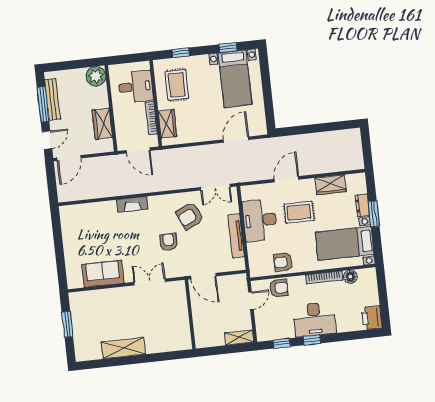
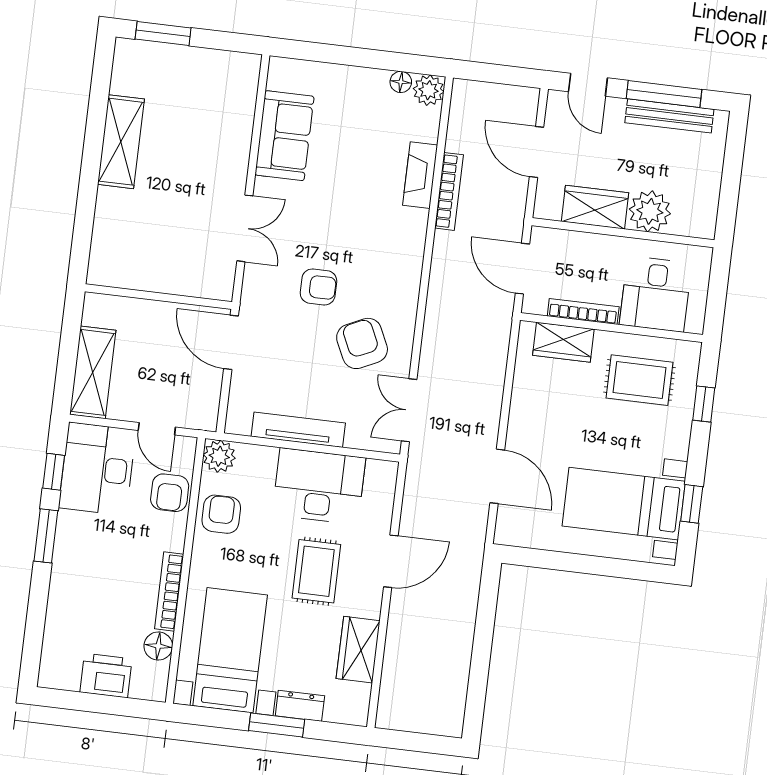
plant: (96, 76) -> (650, 211), moved
door: (138, 150) -> (522, 269), hinge flipped
door: (69, 158) -> (537, 152), moved
door: (286, 179) -> (391, 561), hinge flipped
bookcase: (111, 192) -> (449, 191), added
fireplace: (132, 204) -> (420, 175), moved
plant: (67, 213) -> (429, 90), added
floor lamp: (66, 226) -> (401, 82), added
plant: (257, 269) -> (219, 456), added
door: (203, 276) -> (231, 342), hinge flipped
printer: (372, 318) -> (106, 676), moved
desk: (314, 319) -> (97, 469), moved
window: (67, 324) -> (163, 33), moved
shelving: (239, 337) -> (93, 372), width x1.50, depth x1.33
window: (312, 340) -> (46, 536), width x1.50

